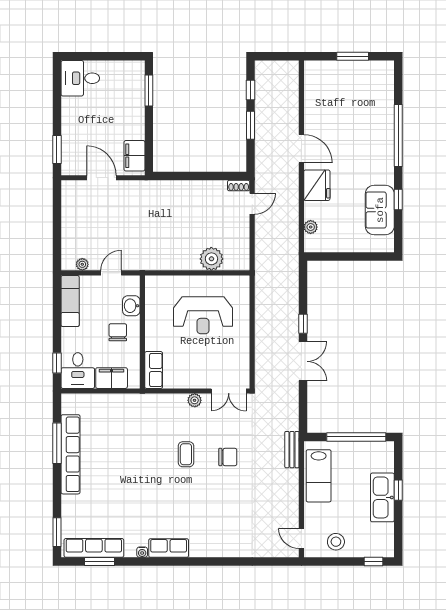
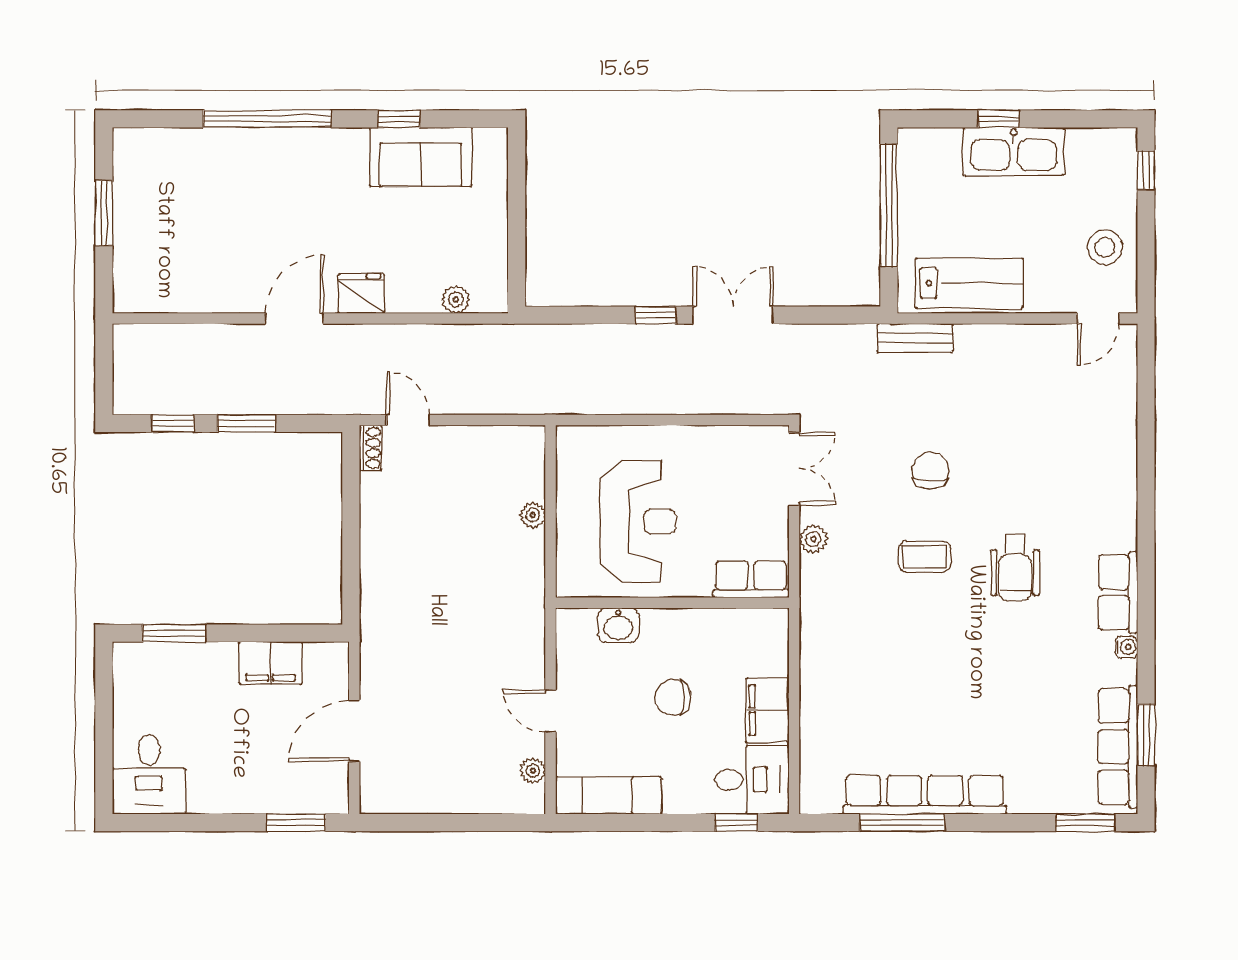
filing cabinet: (134, 156) -> (271, 663), moved
fridge: (317, 185) -> (361, 293), width x0.73, depth x0.75
plant: (211, 259) -> (533, 515), width x0.53, depth x0.53
washbasin: (131, 306) -> (618, 625), moved
wall: (142, 332) -> (672, 603), moved
row of seats: (154, 370) -> (751, 579), moved
wheelchair: (181, 498) -> (1015, 567), added

